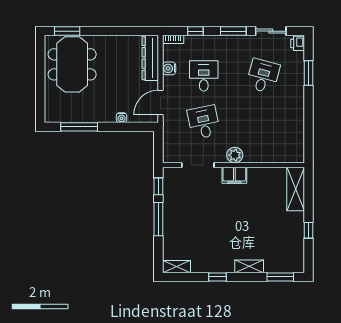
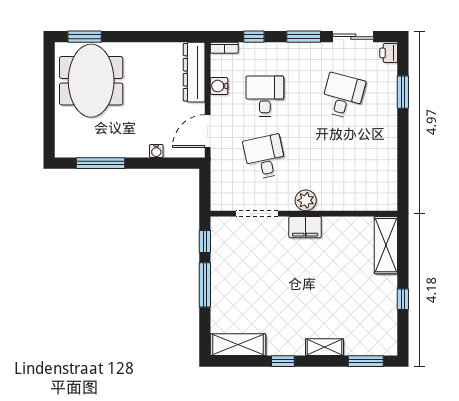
shelving: (176, 267) -> (238, 345), width x1.50, depth x1.33

